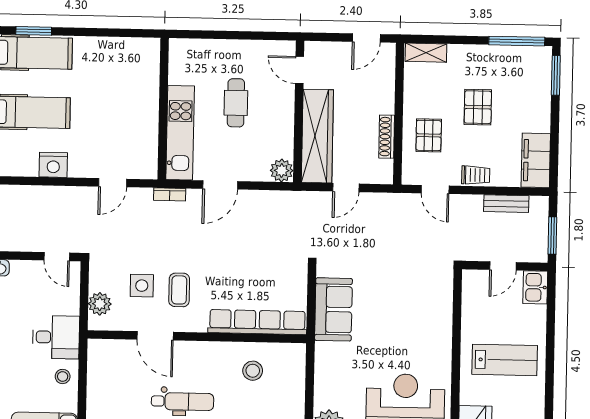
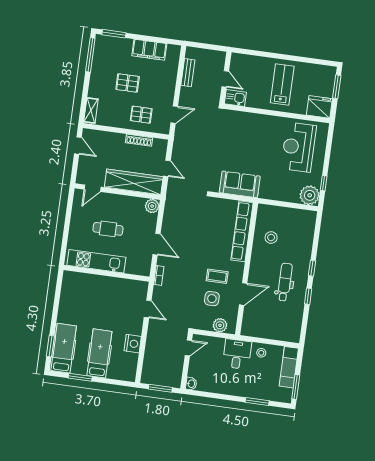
kitchen unit: (180, 133) -> (96, 261), moved
filing cabinet: (536, 160) -> (149, 50), moved
trolley: (476, 175) -> (168, 89), removed
window: (552, 236) -> (210, 47), removed
kitchen sink: (535, 287) -> (235, 98), moved, turned 180

